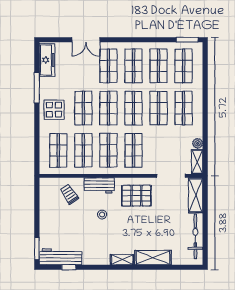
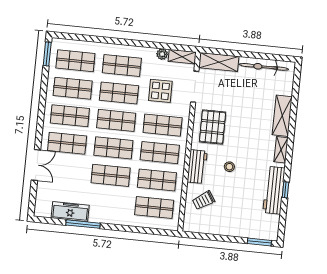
freezer: (47, 60) -> (70, 212), moved
display table: (54, 110) -> (160, 91), moved
workbench: (60, 257) -> (274, 190), moved
window: (69, 267) -> (285, 190), moved

